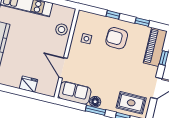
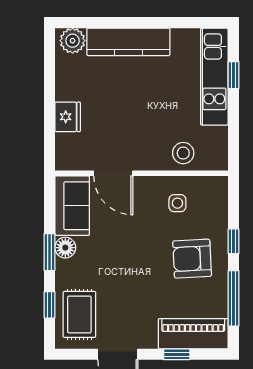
window: (142, 22) -> (233, 298), width x2.17
armchair: (117, 38) -> (192, 259), turned -95
door: (63, 68) -> (113, 173), swing flipped

